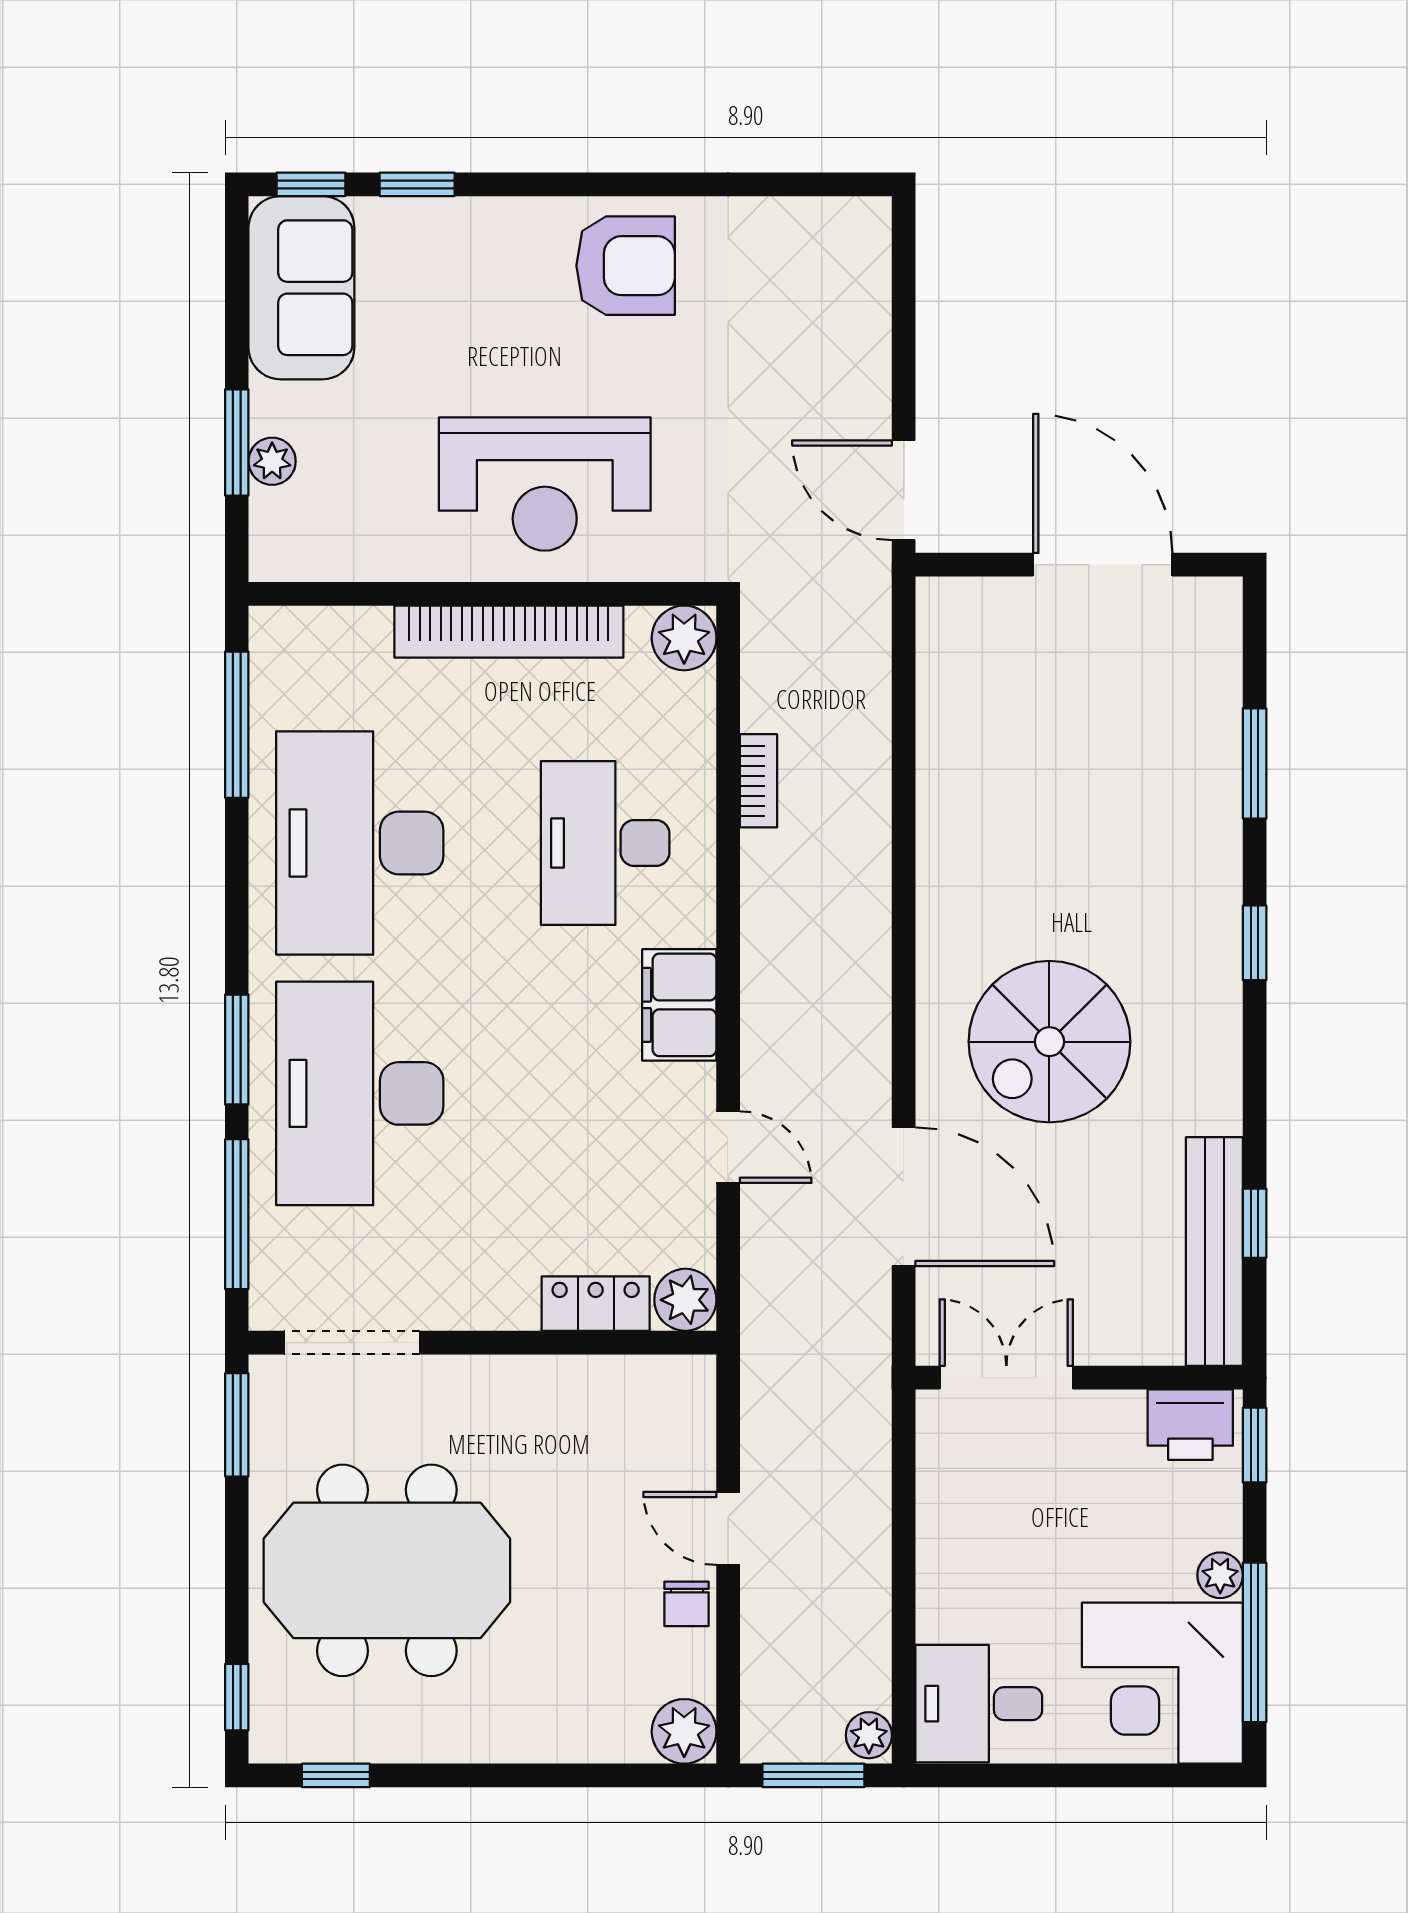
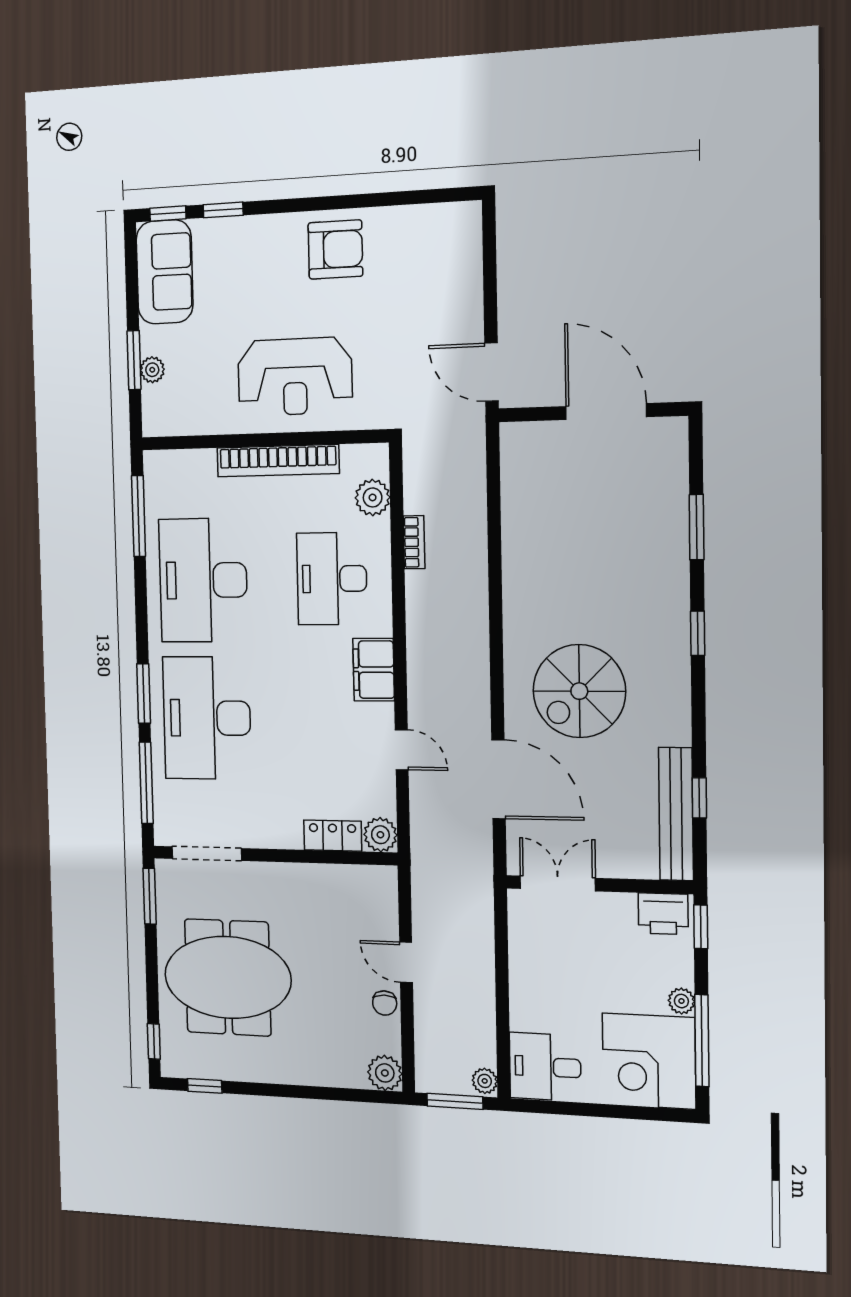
plant: (684, 638) -> (373, 497), moved

